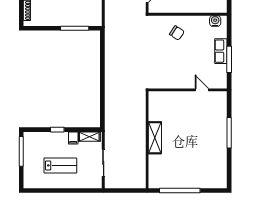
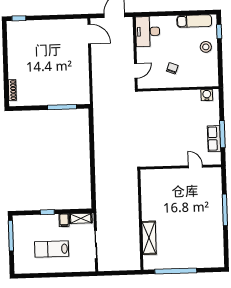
chair: (177, 33) -> (168, 108), removed
row of seats: (221, 51) -> (214, 139), moved
shelving: (155, 138) -> (149, 238), moved
lab bench: (60, 165) -> (52, 249), turned 180

